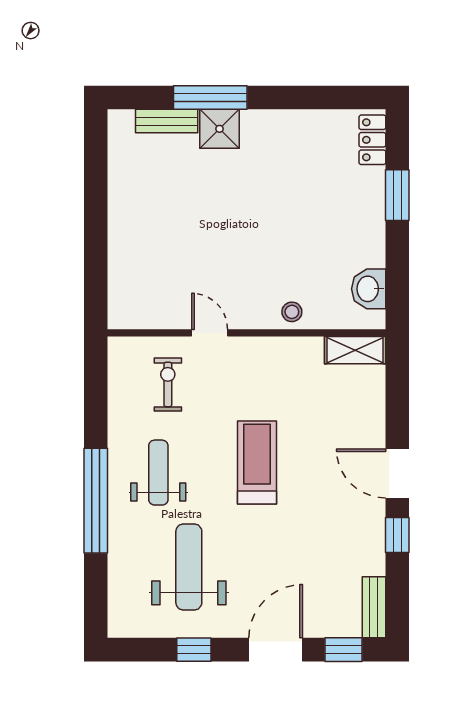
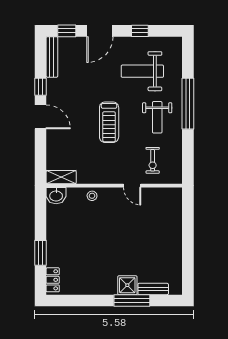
washbasin: (369, 289) -> (56, 196), moved, turned 90
weight bench: (189, 567) -> (142, 71), turned 90
bench: (374, 607) -> (52, 57), width x1.36

